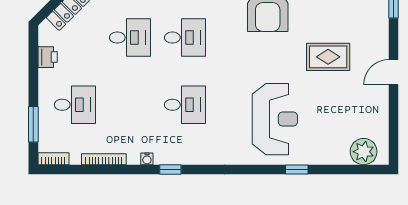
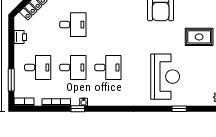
desk: (185, 38) -> (73, 67), moved
window: (170, 170) -> (78, 109), moved

